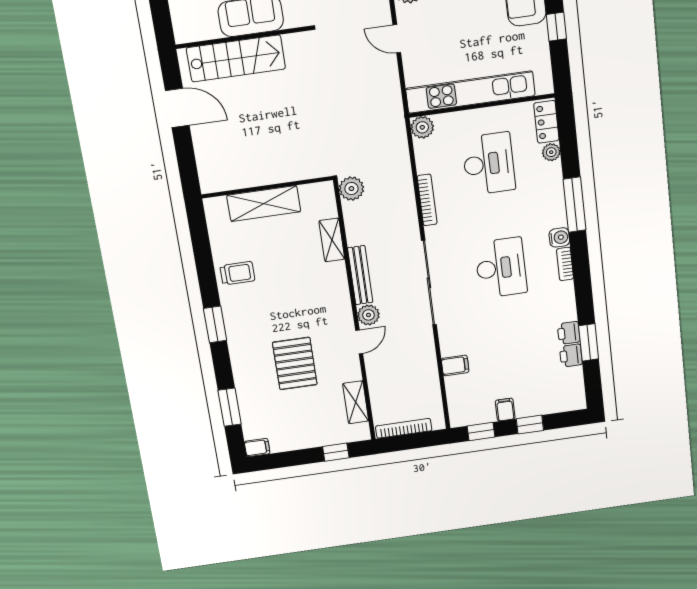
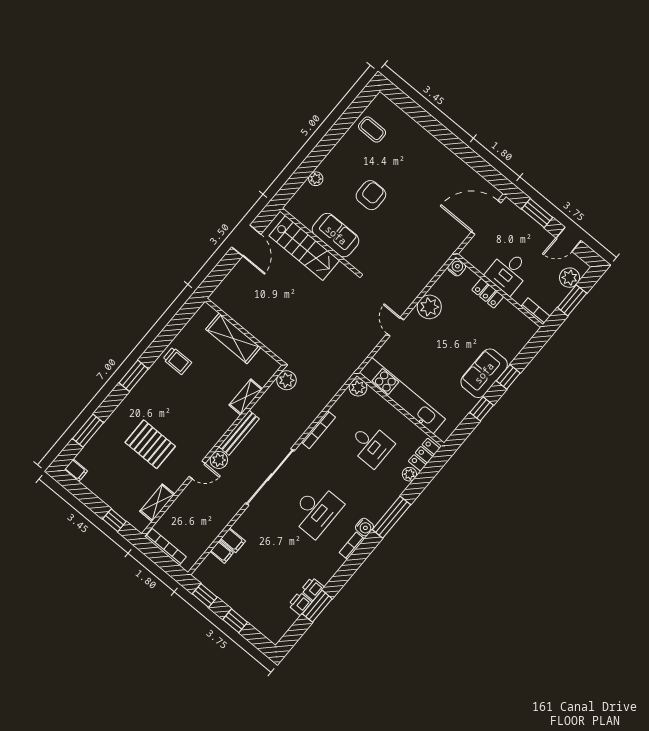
desk: (489, 164) -> (371, 445), width x0.73
pallet: (295, 363) -> (150, 444), turned 90
filing cabinet: (505, 410) -> (222, 552), moved, turned 90

